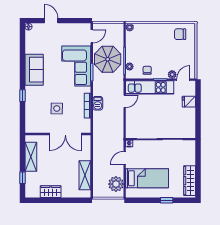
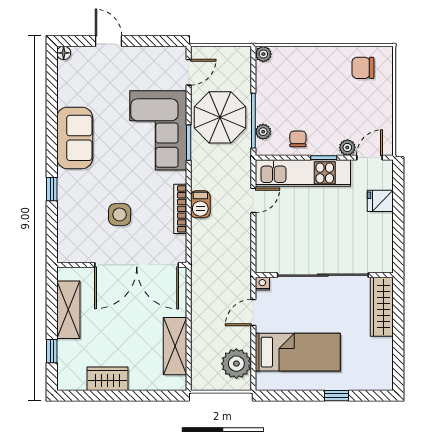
double door: (65, 134) -> (137, 265), width x1.36
wardrobe: (190, 181) -> (382, 307), moved

